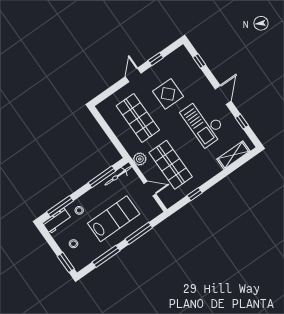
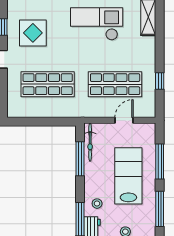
display table: (168, 94) -> (33, 33), moved
checkout: (203, 123) -> (97, 24), turned 180
plant: (140, 159) -> (89, 110), removed

